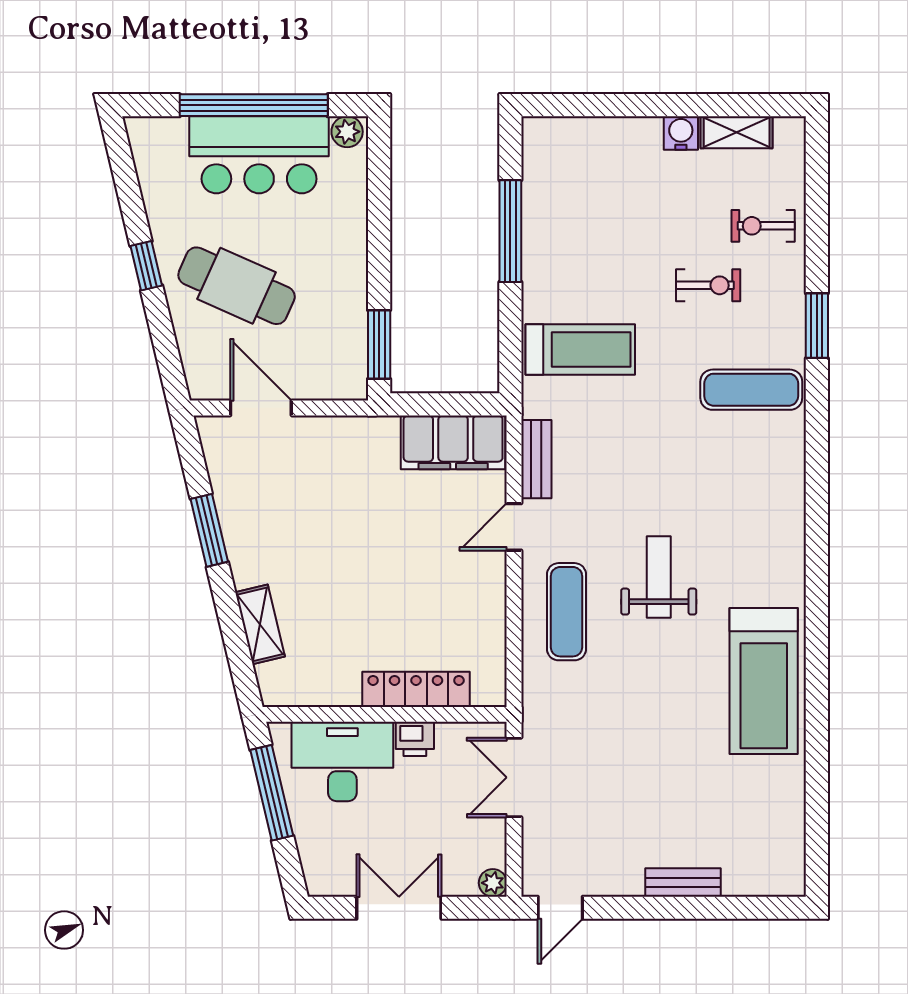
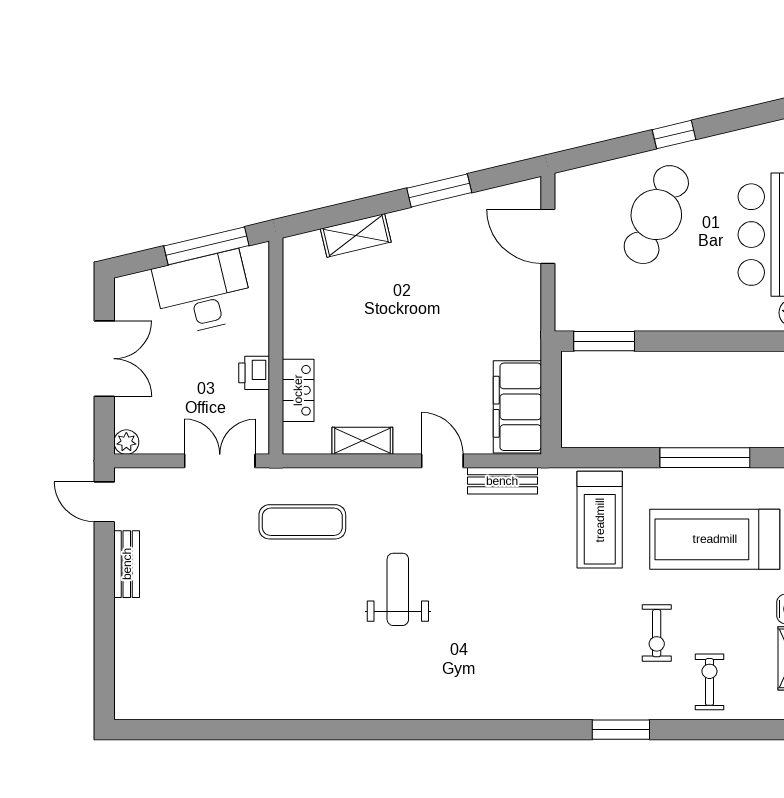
exercise mat: (751, 390) -> (564, 671), removed
door: (261, 408) -> (548, 236), swing flipped
weight bench: (659, 577) -> (398, 589), turned -90
exercise mat: (567, 612) -> (302, 522), moved
shelving: (491, 617) -> (362, 441), added
treadmill: (764, 681) -> (715, 539), moved
locker: (416, 689) -> (298, 390), width x0.66
desk: (342, 762) -> (203, 293), moved, turned -103
bench: (683, 882) -> (127, 564), moved

